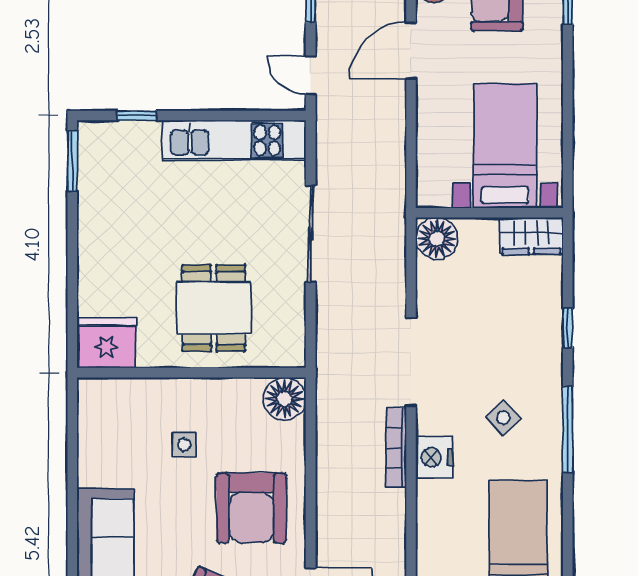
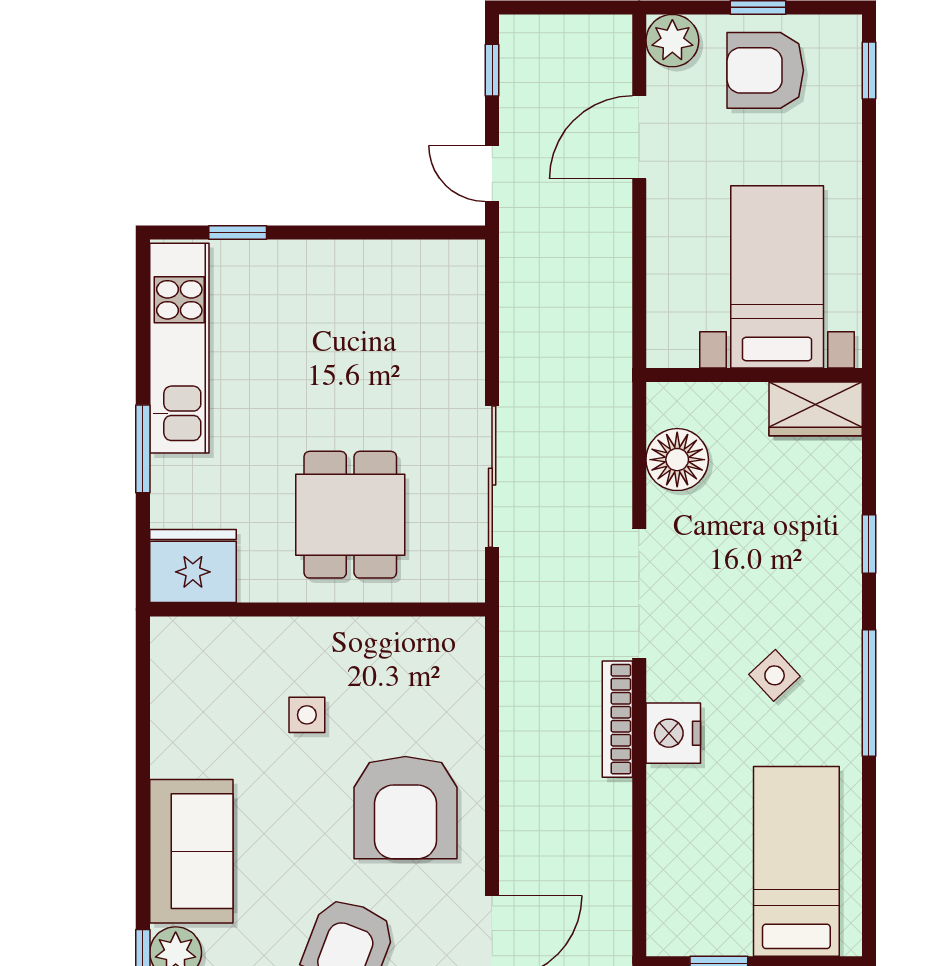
kitchen unit: (234, 140) -> (179, 348), moved, turned -90
window: (72, 161) -> (143, 449), moved
sliding door: (311, 234) -> (492, 477), moved
floor lamp: (437, 239) -> (677, 460), moved
floor lamp: (284, 399) -> (454, 648), removed

